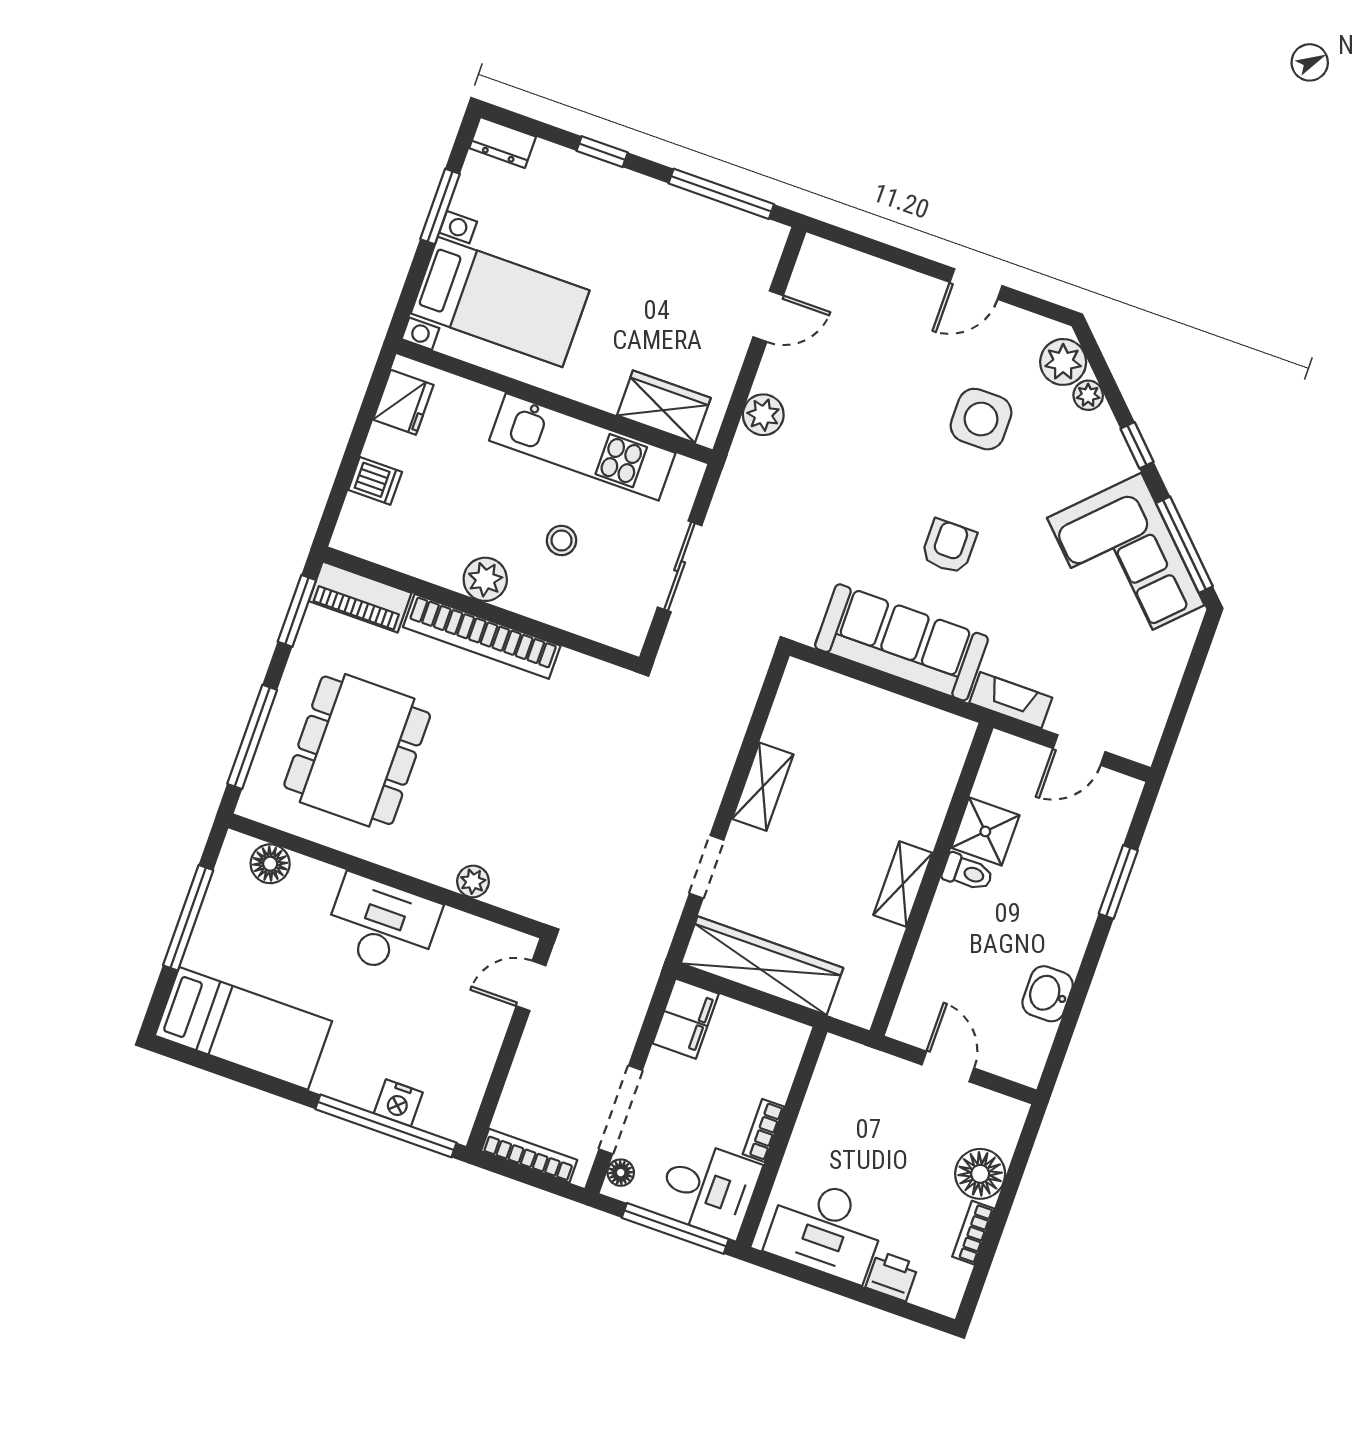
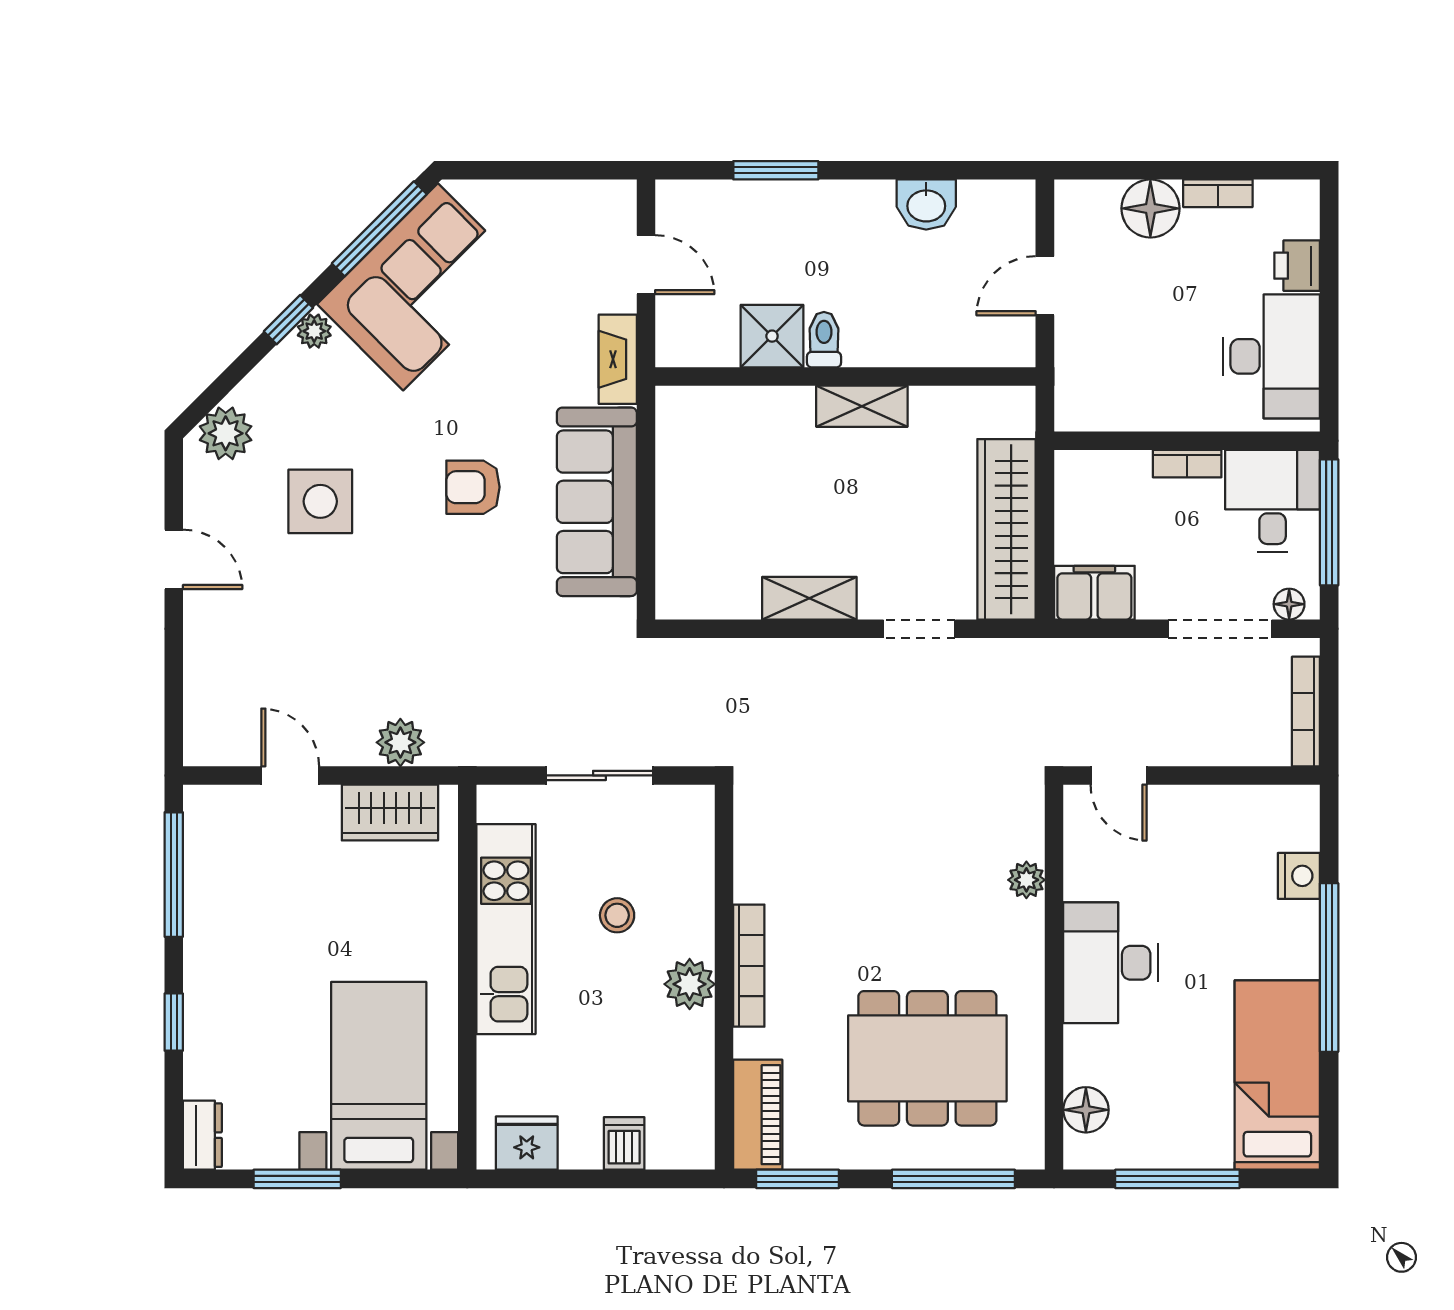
plant: (1088, 395) -> (314, 331), moved
wardrobe: (664, 407) -> (390, 813), moved, turned -90
bookcase: (482, 636) -> (749, 966), width x0.68, depth x0.76
window: (386, 1126) -> (1329, 967), moved

